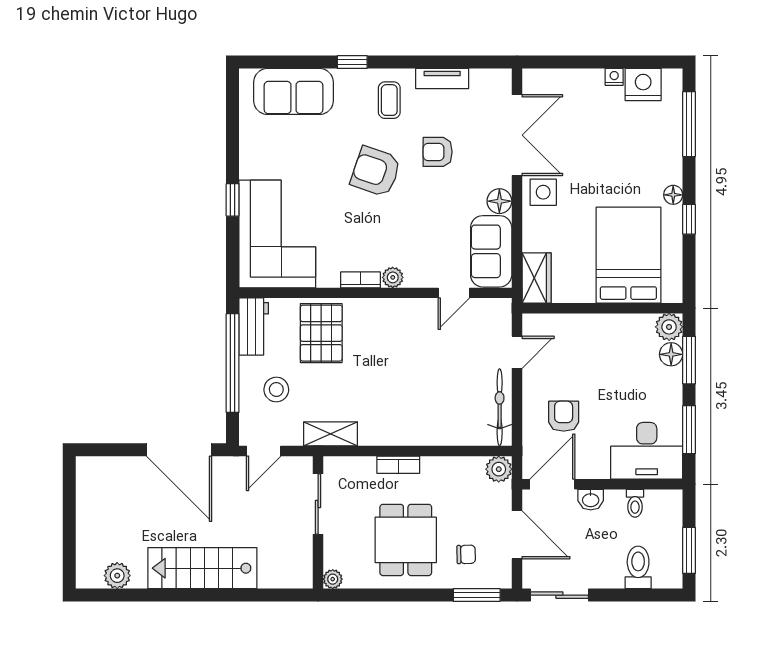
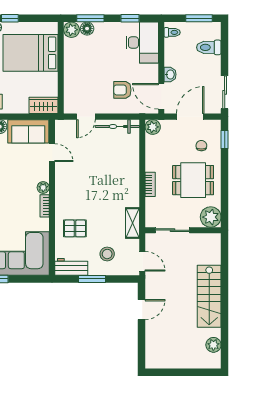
pallet: (321, 333) -> (75, 228), width x0.67, depth x0.71
door: (517, 352) -> (86, 117), swing flipped
window: (233, 363) -> (92, 279), width x0.47
window: (689, 430) -> (130, 18), width x0.67
door: (179, 450) -> (142, 310), width x0.53
toilet: (635, 503) -> (172, 32), moved
plant: (333, 579) -> (211, 217), width x1.88, depth x1.88
window: (477, 595) -> (225, 140), width x0.67

